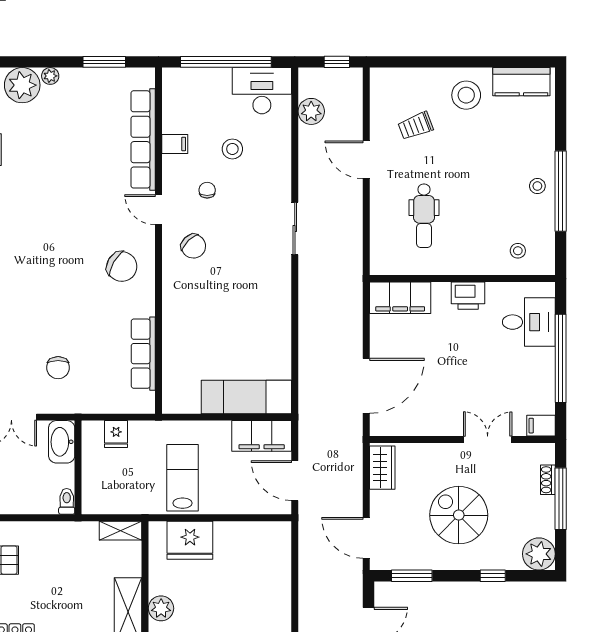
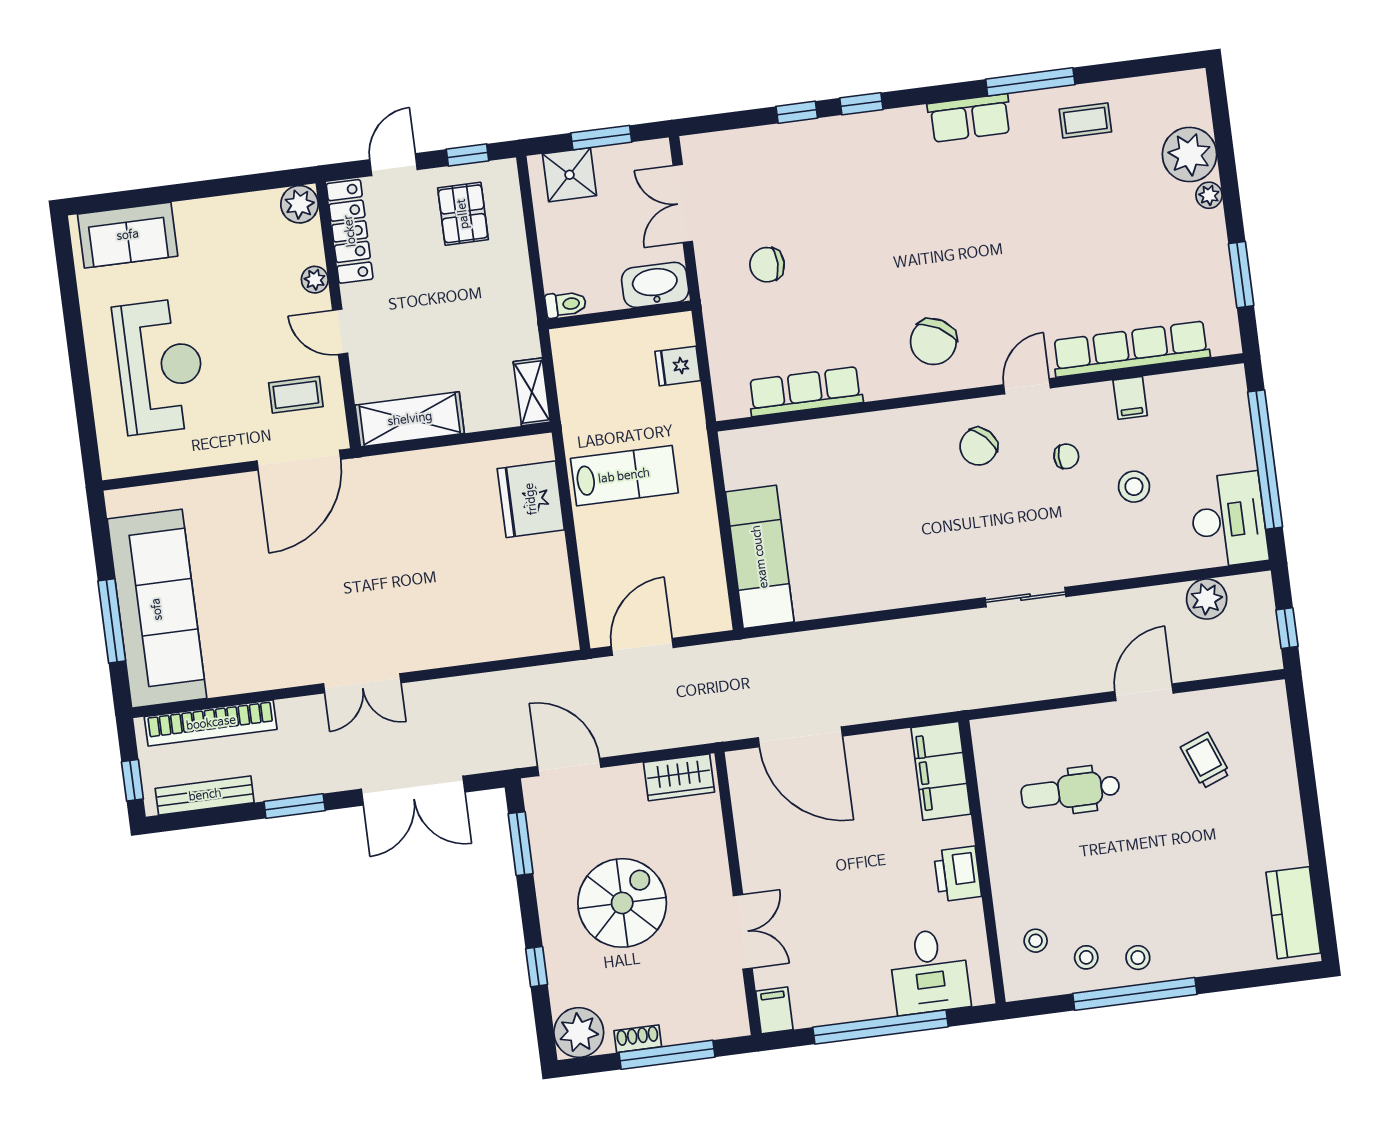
stool: (466, 95) -> (1086, 957), moved, width x0.53, depth x0.53
filing cabinet: (262, 436) -> (703, 588), removed
shoe rack: (548, 480) -> (638, 1039), moved
door: (366, 538) -> (569, 767), hinge flipped
plant: (161, 608) -> (422, 469), removed

